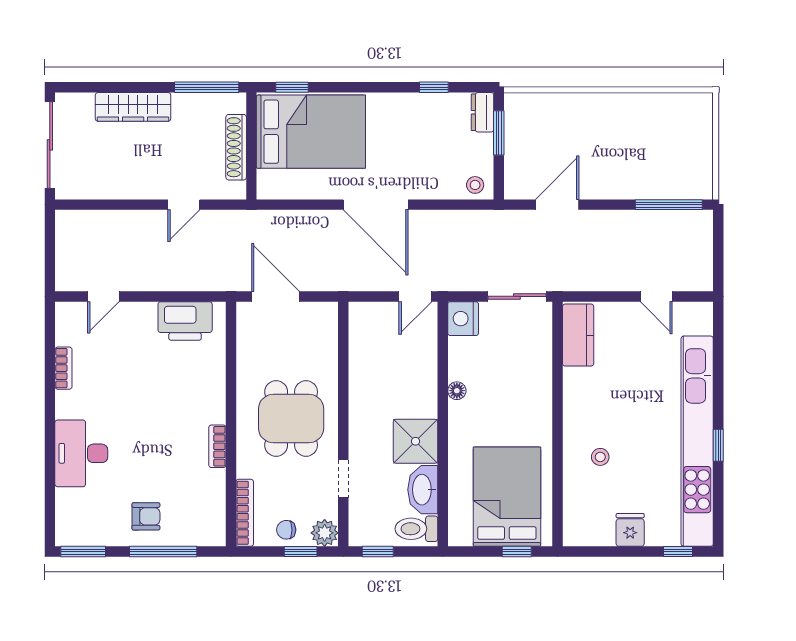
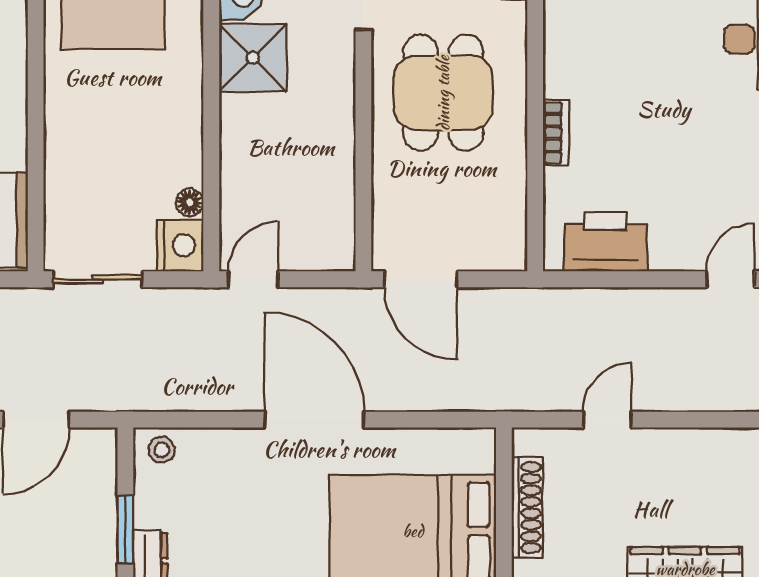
door: (275, 296) -> (421, 279), moved
floor lamp: (457, 391) -> (190, 202), moved
bookcase: (217, 446) -> (556, 133), moved

